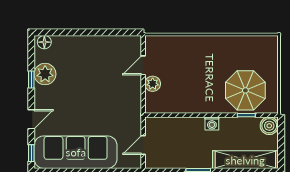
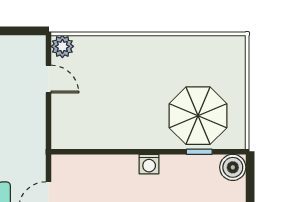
door: (143, 65) -> (48, 79), swing flipped
plant: (153, 84) -> (62, 46), moved

